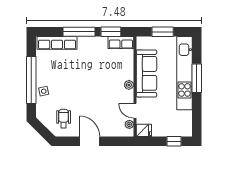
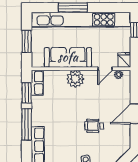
kitchen unit: (184, 73) -> (81, 20), width x1.36
plant: (129, 85) -> (75, 79), width x1.88, depth x1.88
wheelchair: (64, 119) -> (94, 126), moved

